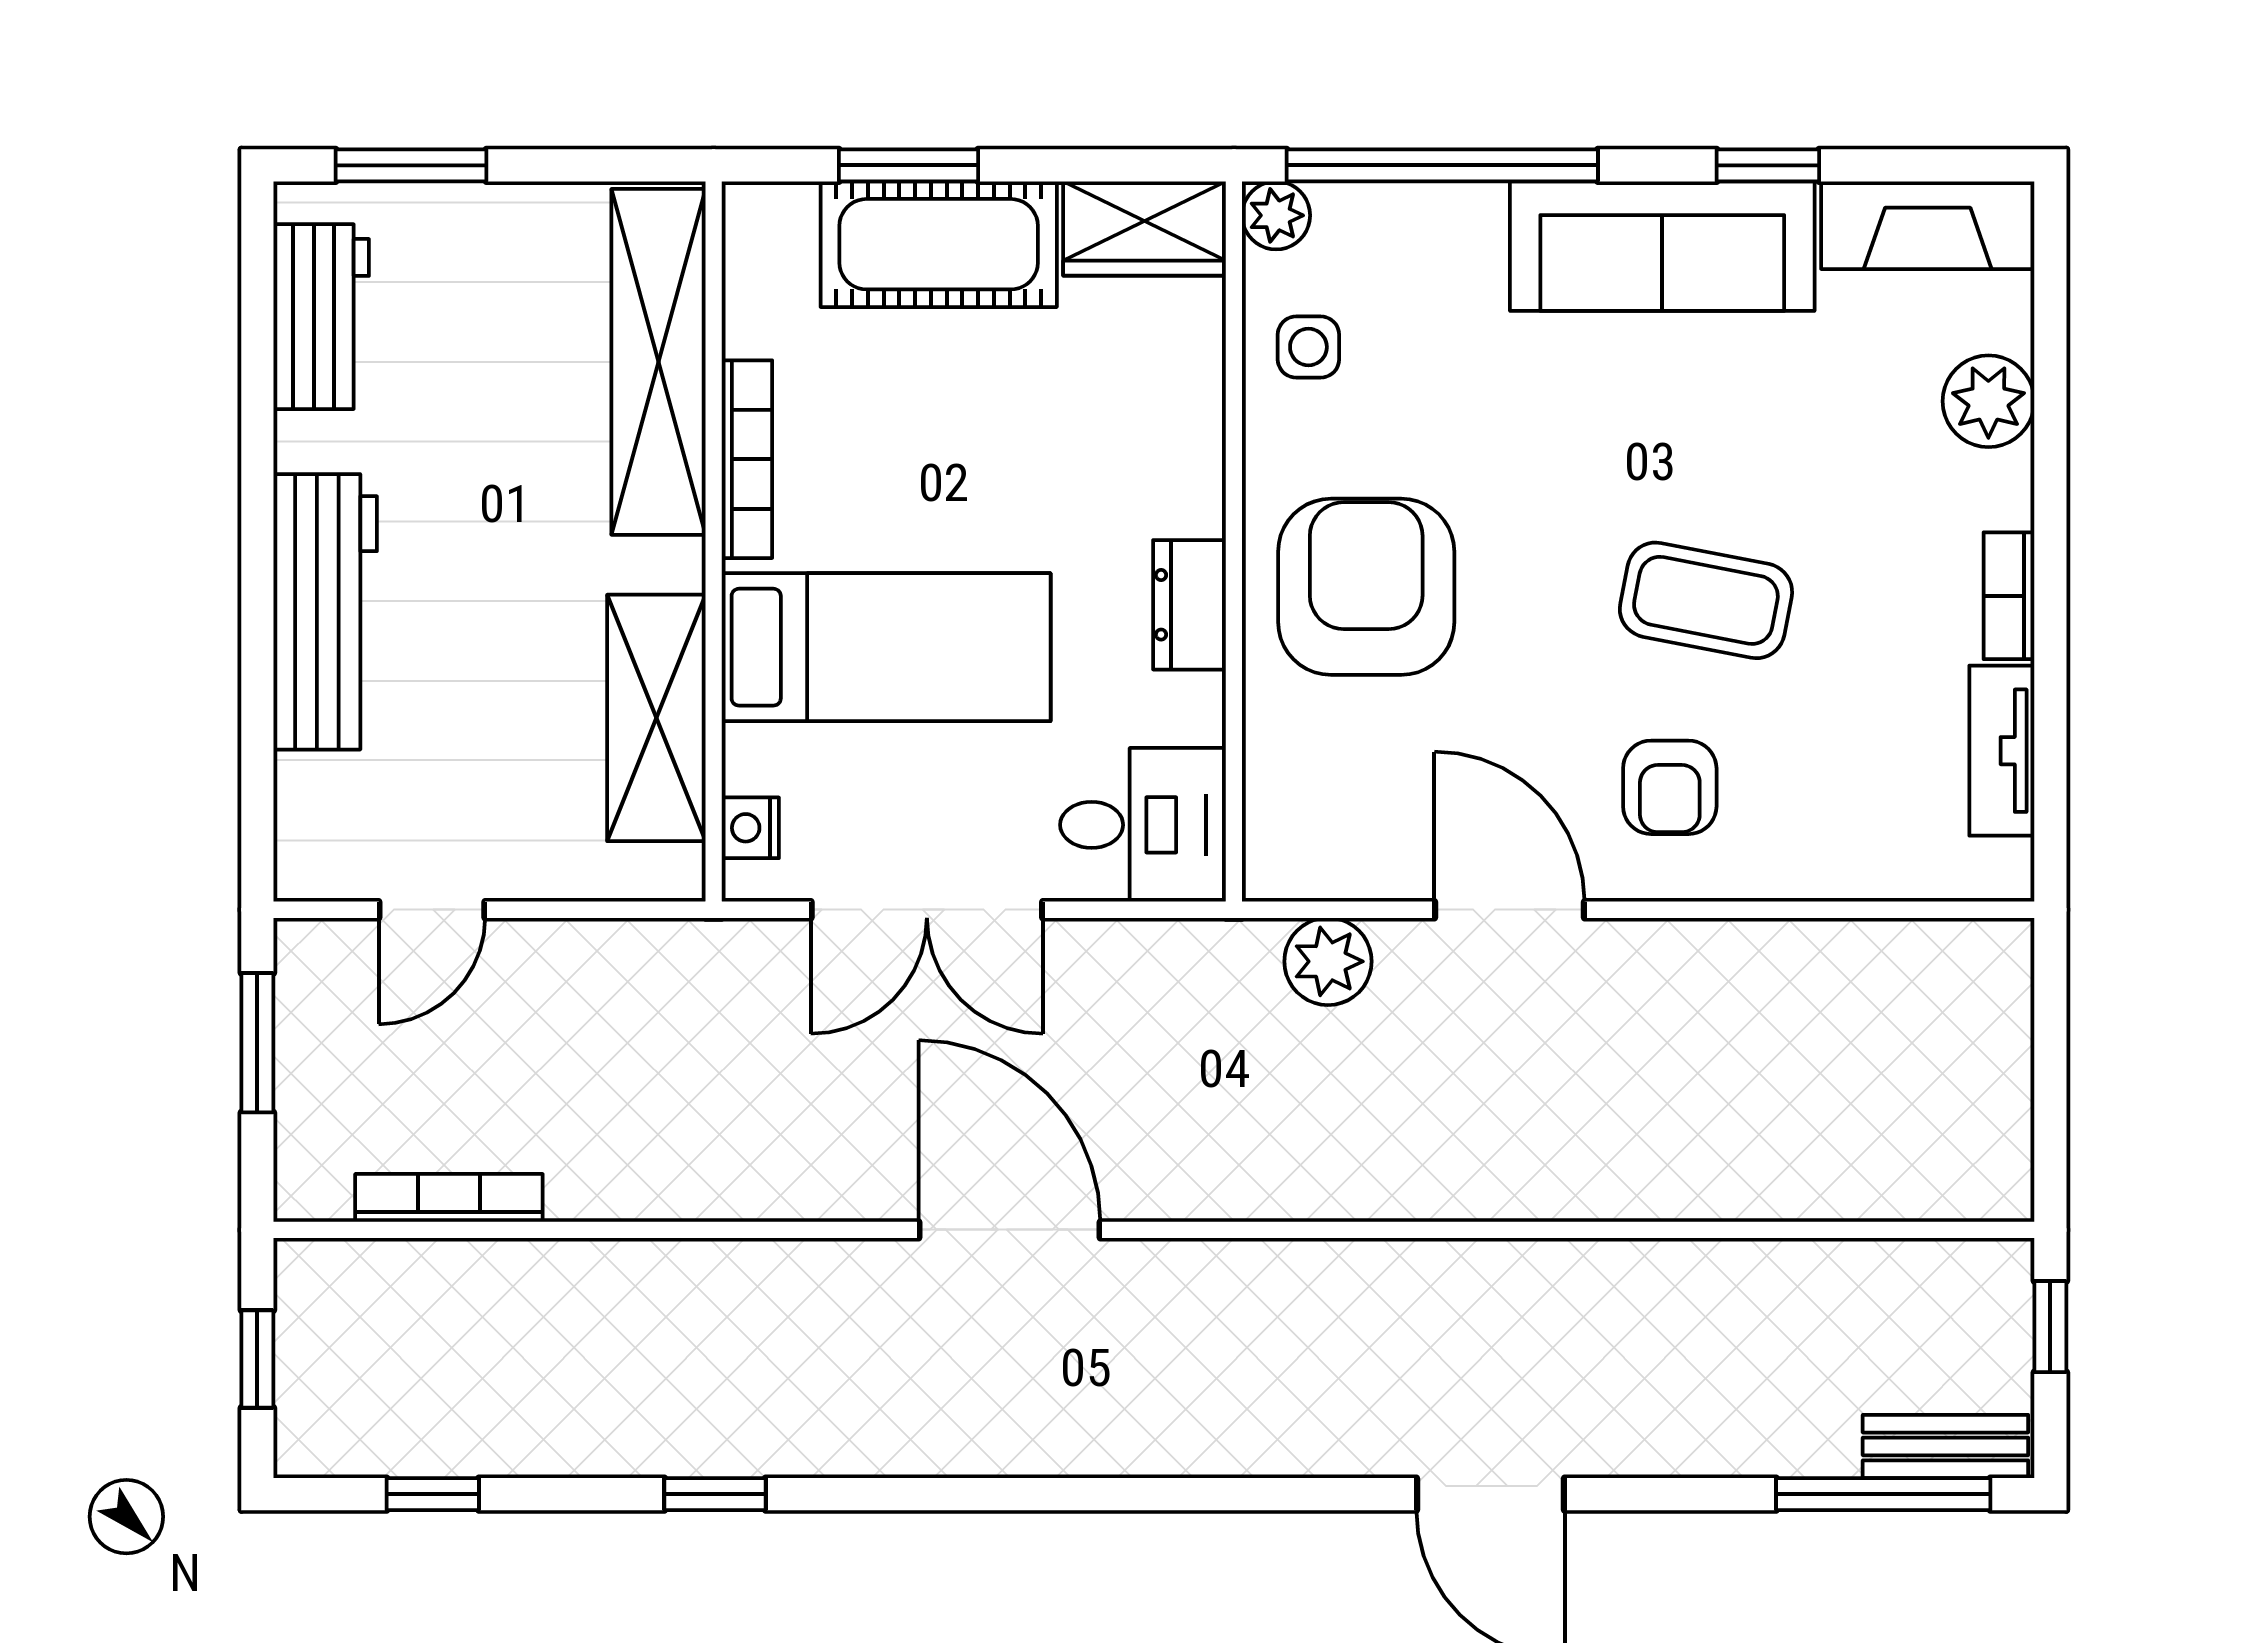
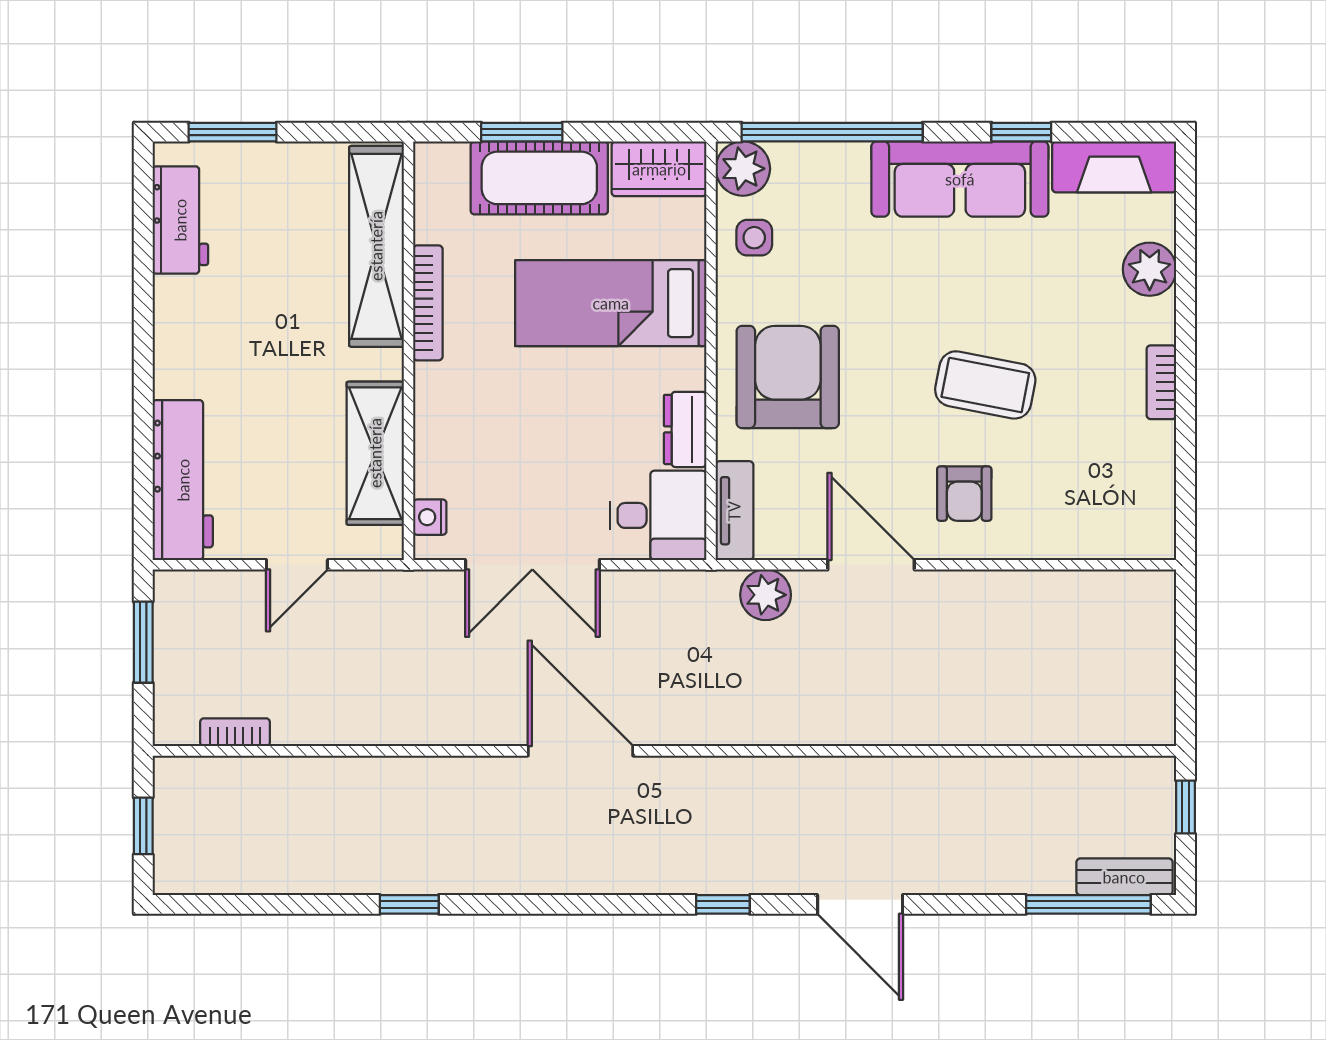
plant: (1276, 215) -> (743, 169), width x1.38, depth x1.38
dresser: (1189, 605) -> (685, 429), moved
workbench: (325, 612) -> (183, 480), moved
bed: (886, 647) -> (611, 303), moved, turned 180
tv unit: (2002, 751) -> (734, 511), moved, turned 180
door: (432, 910) -> (297, 565), moved
bookcase: (449, 1198) -> (235, 732), width x0.64
window: (433, 1494) -> (723, 904), moved

